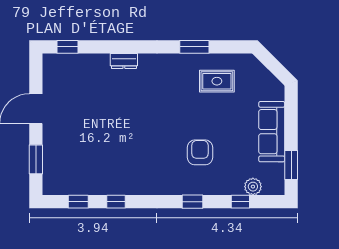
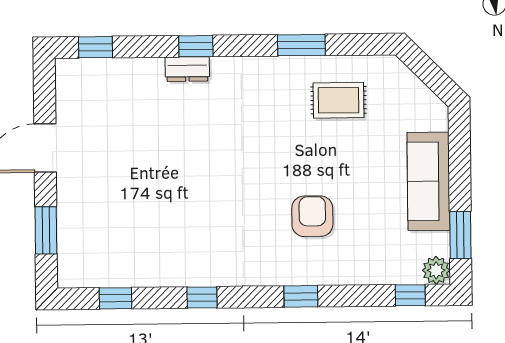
window: (129, 47) -> (196, 46), added
plant: (253, 187) -> (436, 270), moved
window: (116, 202) -> (202, 297), moved
window: (240, 202) -> (410, 295), moved

